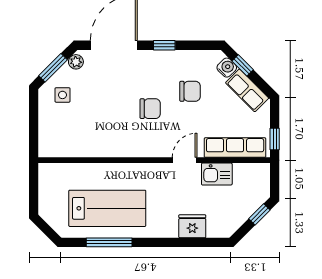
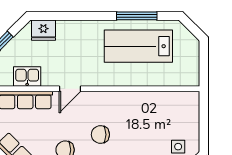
kitchen sink: (217, 174) -> (27, 77), moved
fridge: (192, 226) -> (43, 30), moved

